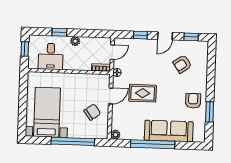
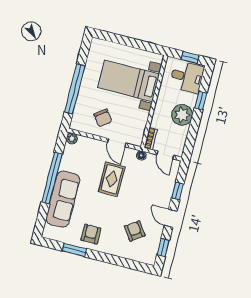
plant: (75, 41) -> (182, 115), width x1.87, depth x1.87
desk: (51, 56) -> (187, 77), moved, turned 180
armchair: (193, 101) -> (91, 234), turned -90
bed with nightstands: (47, 112) -> (128, 81), moved, turned 180

